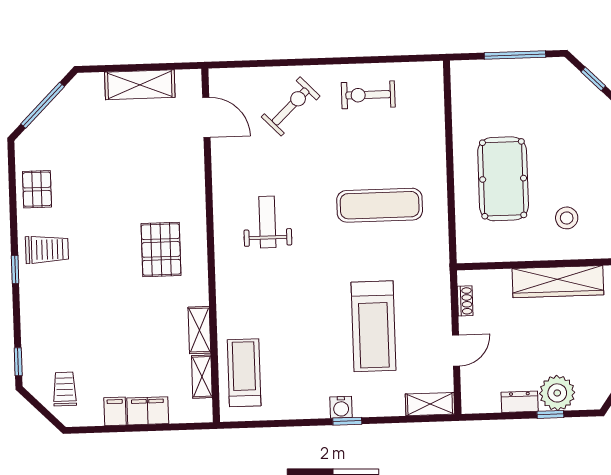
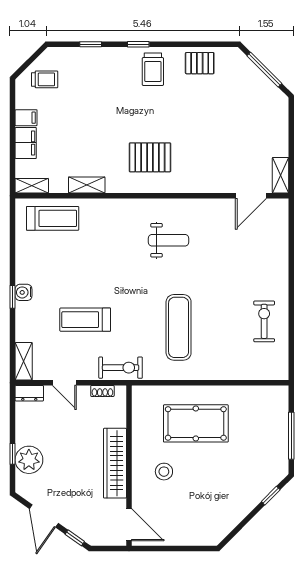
shelving: (140, 85) -> (280, 175), moved, width x0.67, depth x0.75
exercise bike: (291, 106) -> (121, 368), moved, turned -46
treadmill: (374, 326) -> (85, 320), width x0.73, depth x0.73
window: (18, 362) -> (91, 44), moved
shelving: (202, 377) -> (32, 186), moved
dresser: (520, 402) -> (29, 393), moved, turned 90

